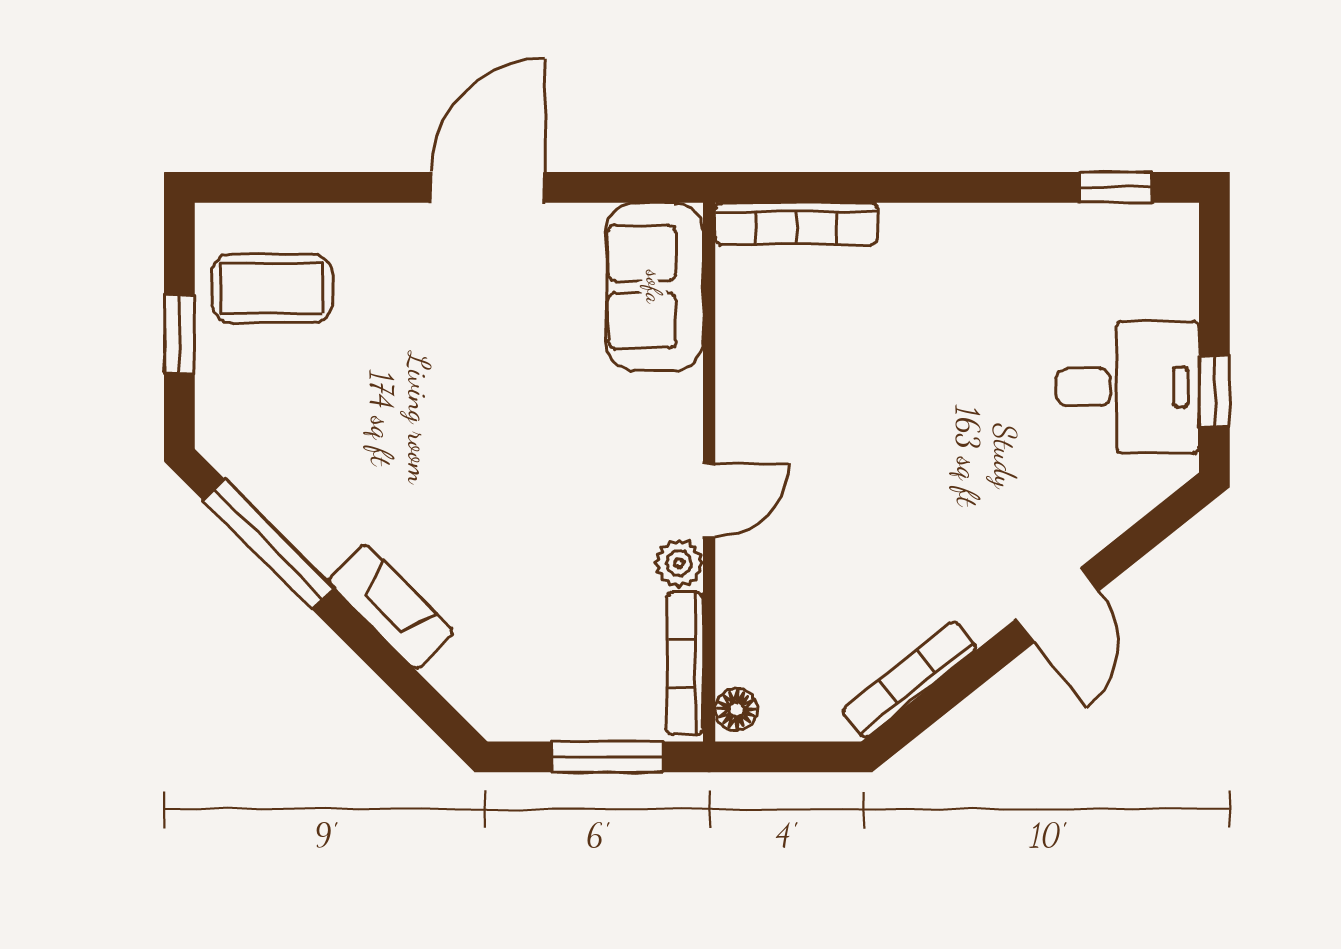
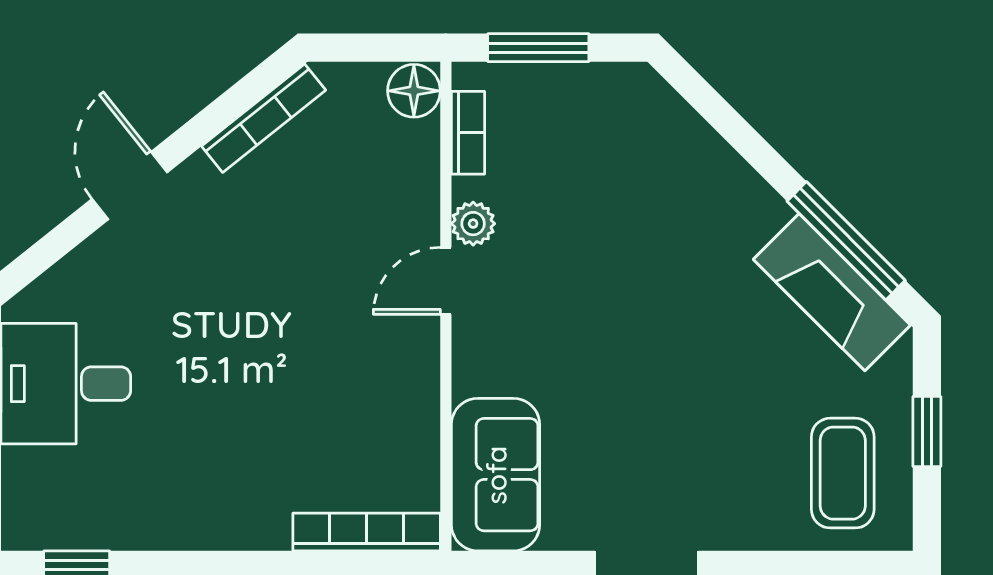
coffee table: (272, 288) -> (843, 473), turned 90
fireplace: (391, 606) -> (832, 292), moved, width x1.37, depth x1.32
bookcase: (685, 663) -> (468, 133), width x0.64
floor lamp: (736, 709) -> (414, 91), width x1.37, depth x1.37

